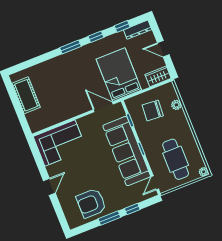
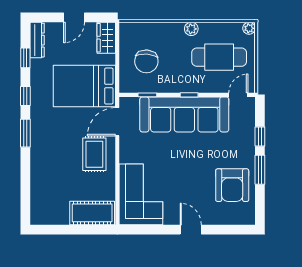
cot: (26, 95) -> (92, 213), moved
rug: (75, 100) -> (94, 154), added
plant: (176, 105) -> (191, 29), moved
door: (155, 183) -> (238, 95), swing flipped

